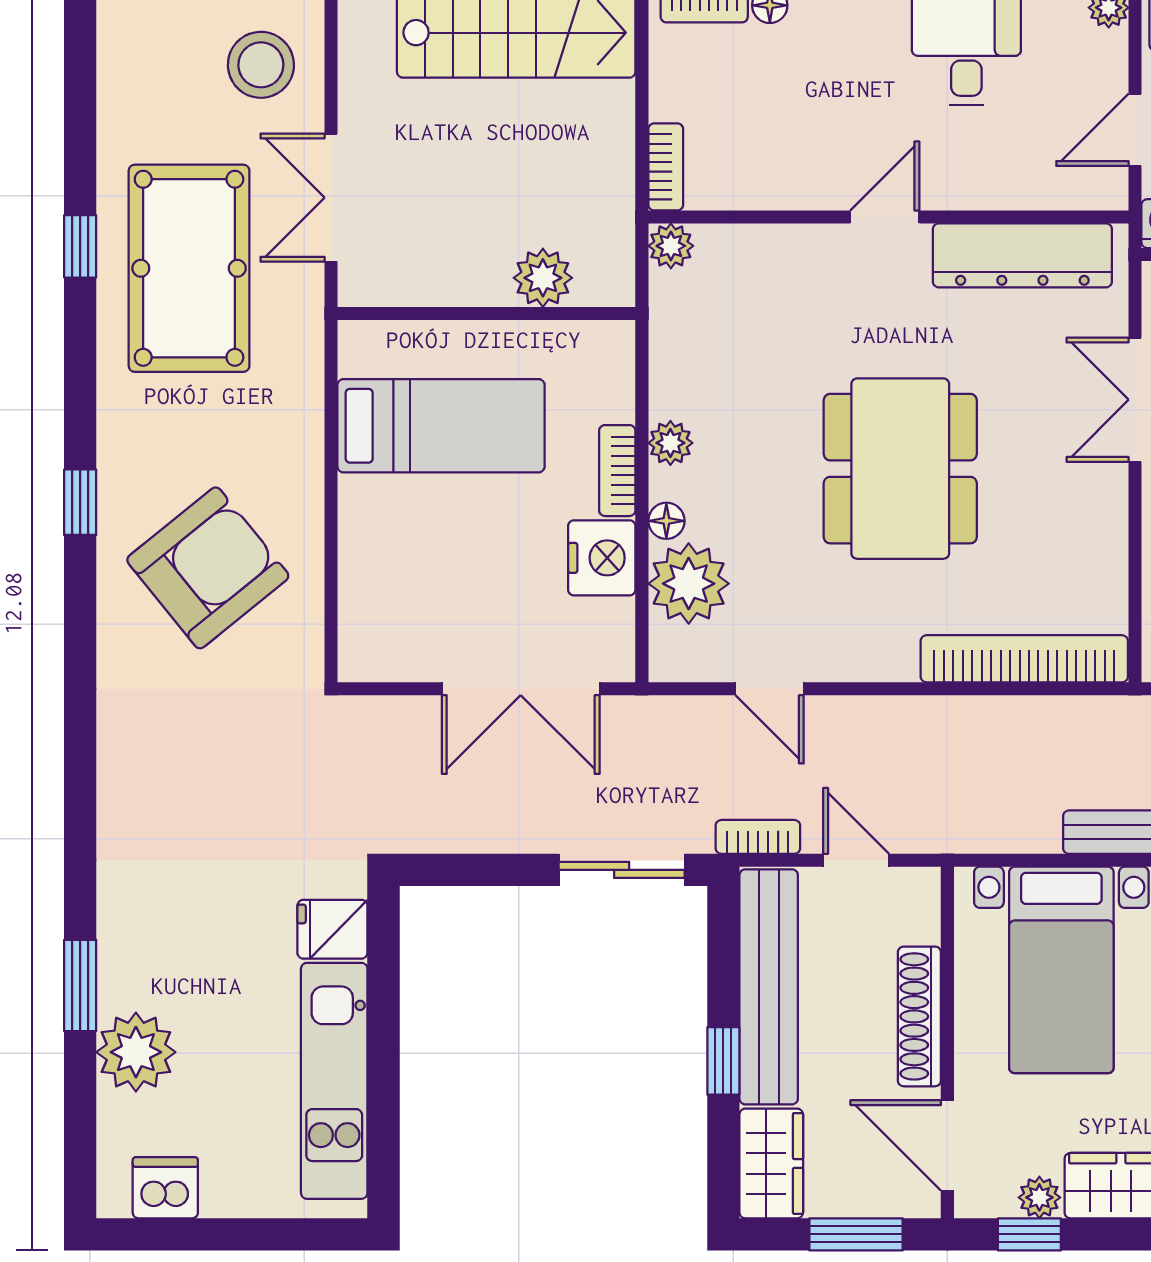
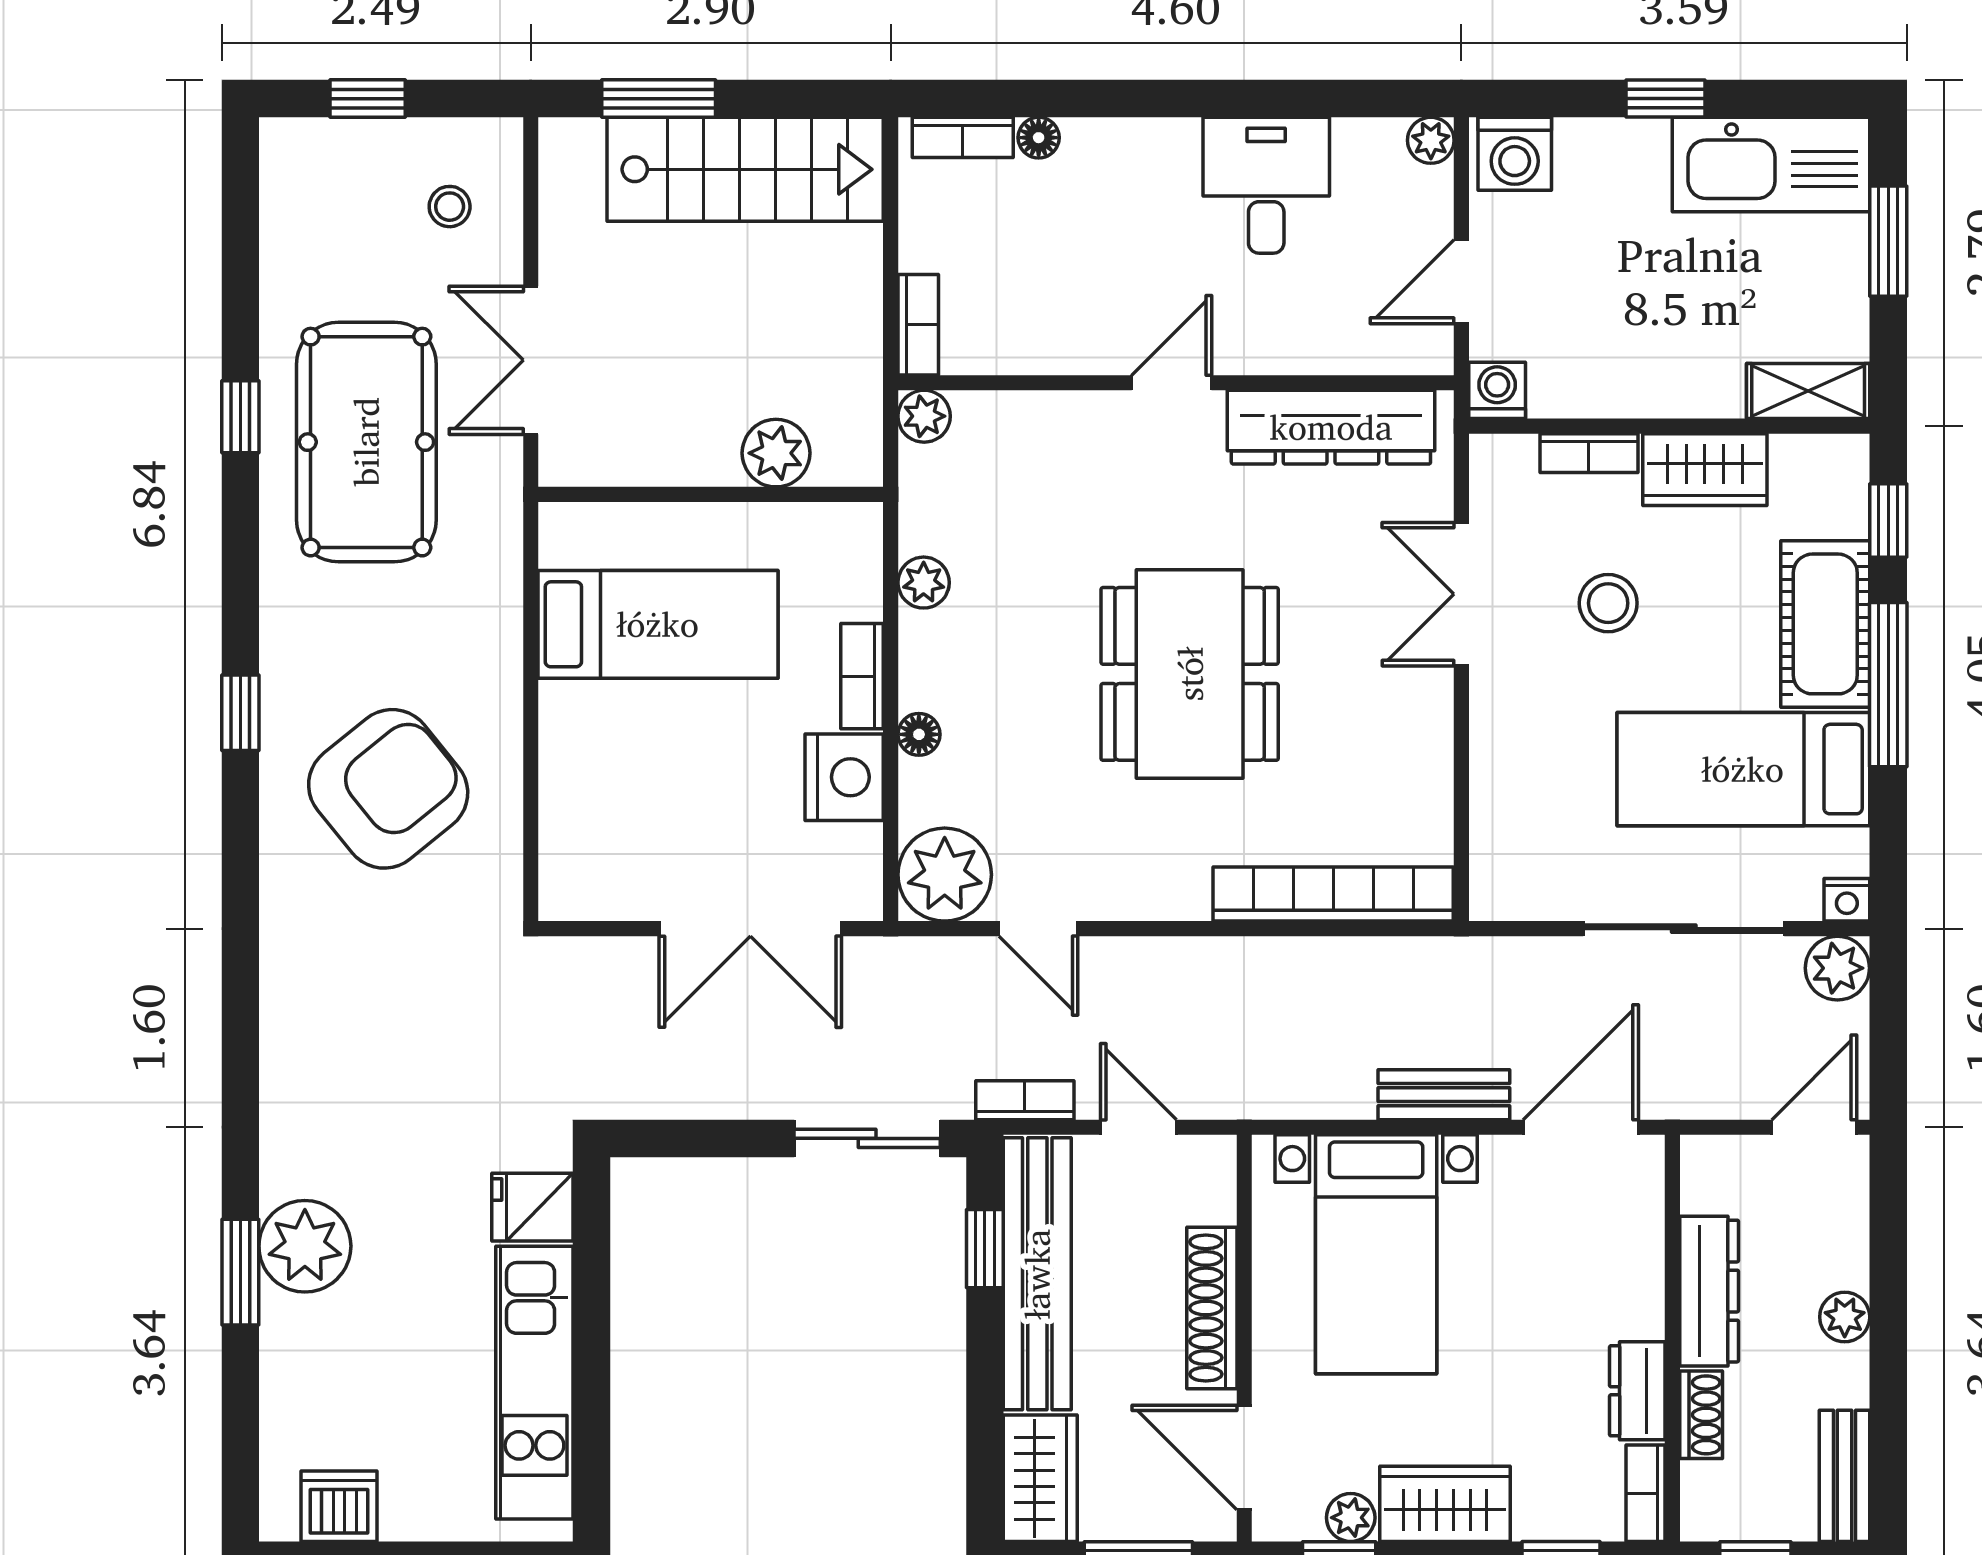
stool: (261, 65) -> (450, 207), width x0.53, depth x0.53
plant: (670, 443) -> (924, 583), moved
plant: (689, 584) -> (945, 875), moved
plant: (136, 1052) -> (305, 1246), moved
window: (723, 1061) -> (985, 1249), moved

